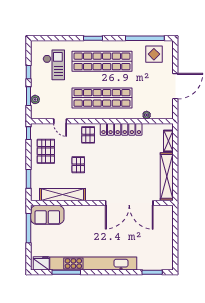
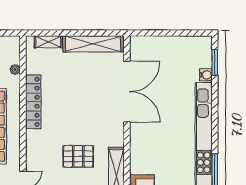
pallet: (88, 135) -> (40, 144), removed
pallet: (78, 165) -> (78, 156), width x1.50, depth x1.42
water cooler: (142, 265) -> (206, 75), added

